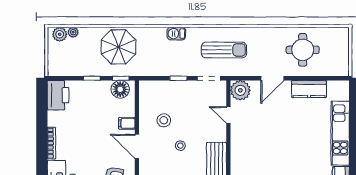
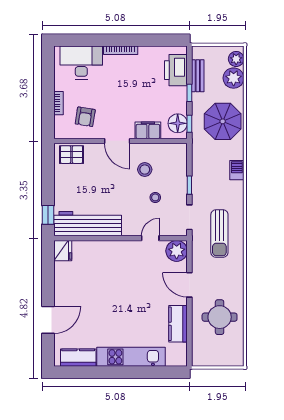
plant: (73, 32) -> (234, 78), width x1.87, depth x1.87
barbecue: (176, 34) -> (237, 170), moved
bench: (75, 70) -> (198, 76), added
printer: (58, 95) -> (176, 70), moved, turned 90
filing cabinet: (127, 123) -> (148, 130), width x2.00
door: (137, 146) -> (117, 141), swing flipped
stool: (180, 146) -> (155, 197), moved

